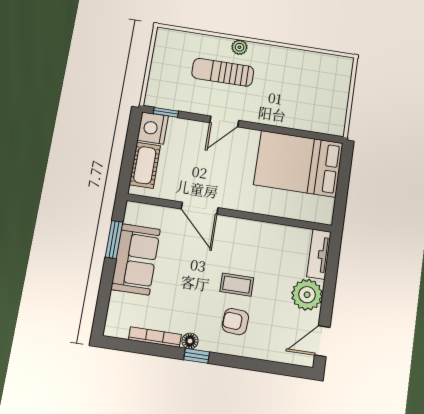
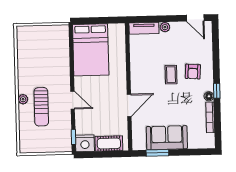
plant: (307, 295) -> (165, 27), width x0.53, depth x0.53

